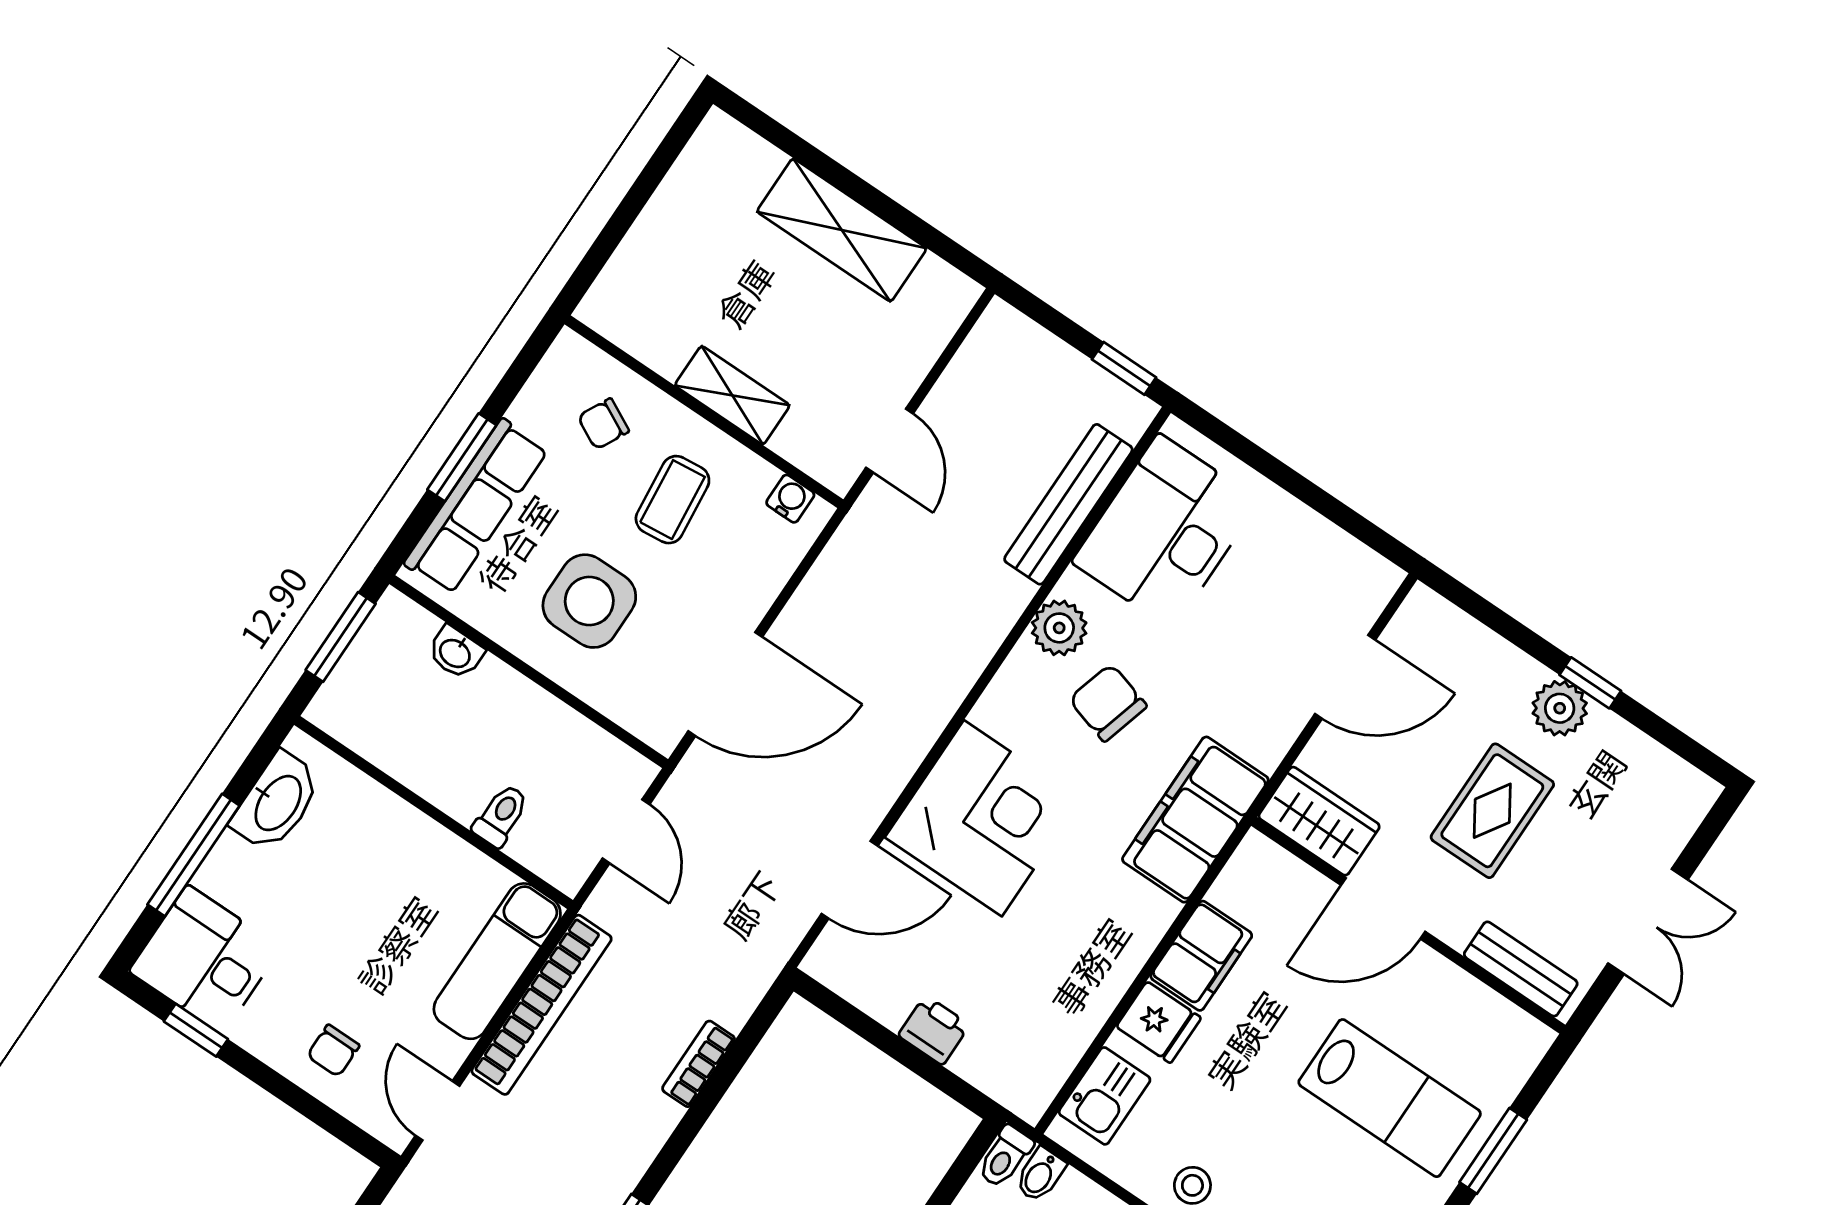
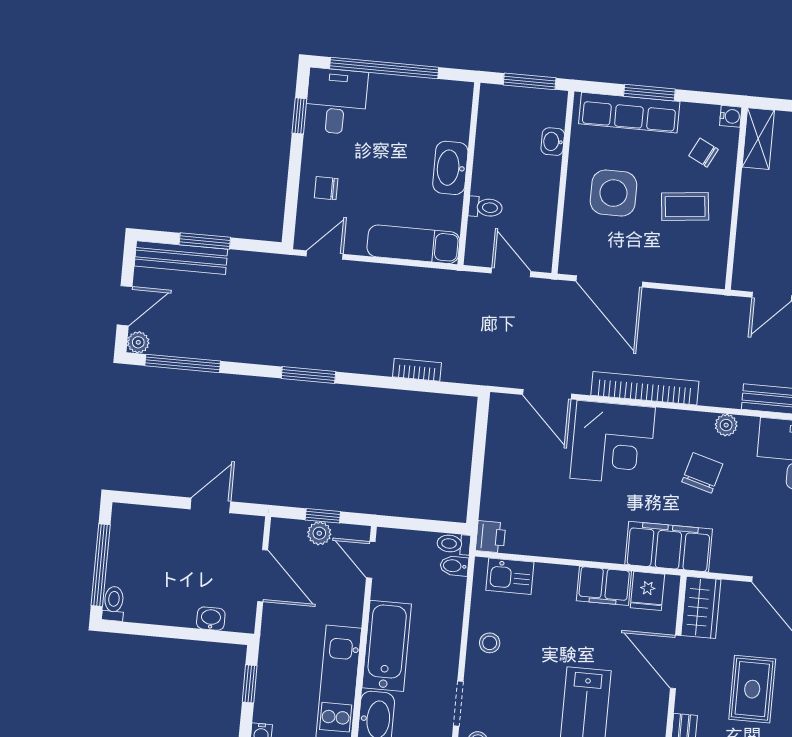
shelving: (732, 395) -> (758, 139), moved
water cooler: (790, 499) -> (731, 116), moved
plant: (1059, 628) -> (726, 425), width x0.73, depth x0.73
washbasin: (277, 802) -> (450, 168), moved, turned 90
rug: (1492, 811) -> (752, 689), turned 90
door: (626, 831) -> (511, 272), swing flipped
window: (194, 855) -> (384, 68), width x1.46
bookcase: (542, 1005) -> (645, 388), moved, turned 180
fridge: (1159, 1022) -> (647, 591), moved
printer: (934, 1030) -> (491, 537), moved

